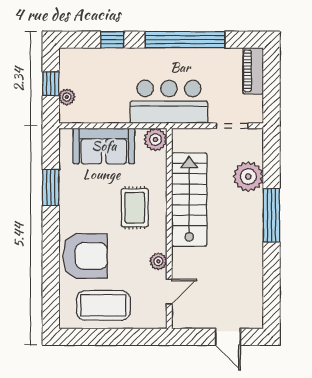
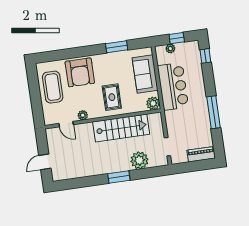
window: (112, 40) -> (205, 56), moved
window: (185, 40) -> (213, 112), width x0.68
bar counter: (169, 102) -> (173, 86), moved
rug: (135, 208) -> (112, 97), turned 90
window: (271, 215) -> (119, 177), width x0.69

